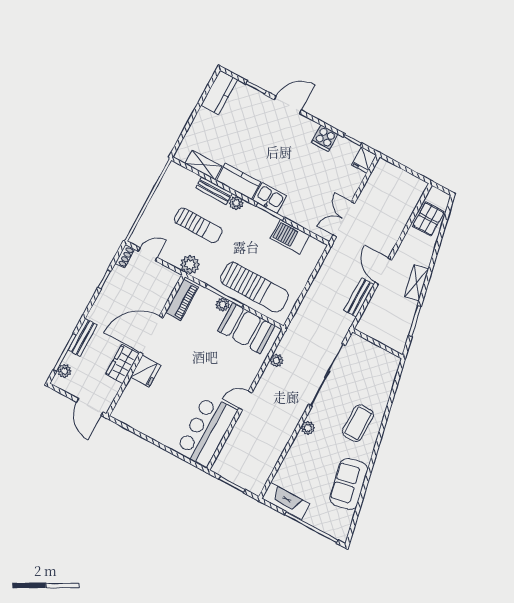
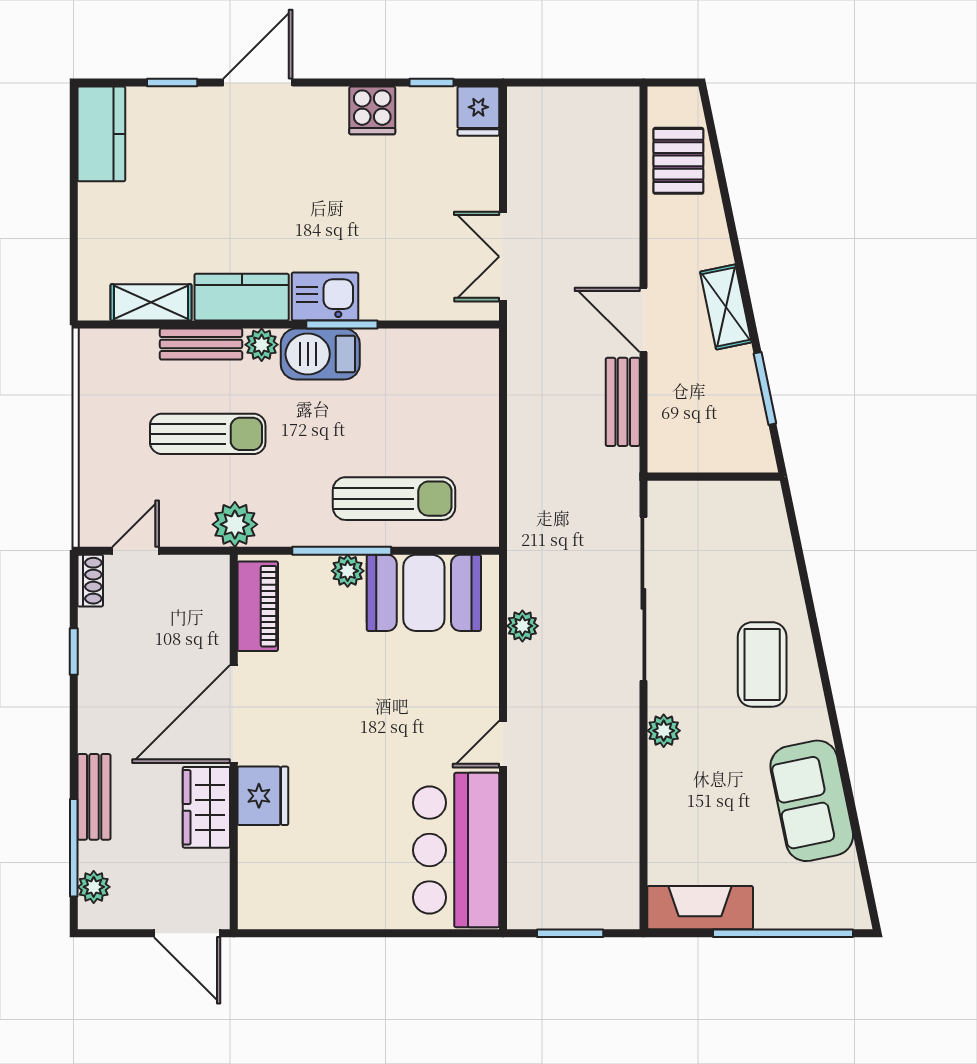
barbecue: (290, 237) -> (320, 354), moved
sun lounger: (254, 287) -> (394, 499), width x0.73, depth x0.75

